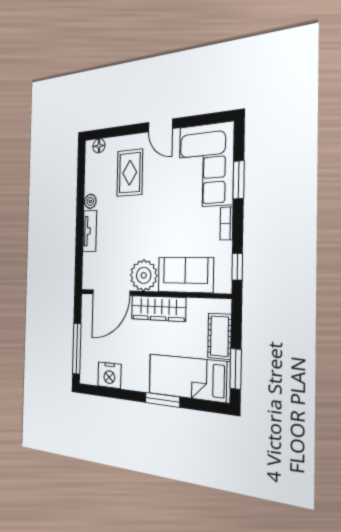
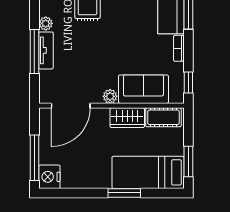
window: (80, 232) -> (34, 51), added
plant: (144, 275) -> (110, 96), width x0.53, depth x0.53
wardrobe: (158, 308) -> (127, 118), width x0.67
cot: (219, 336) -> (163, 117), moved, turned 90
nightstand: (109, 375) -> (49, 177), moved, turned 90

